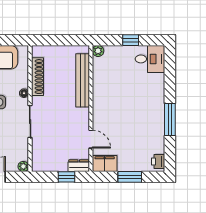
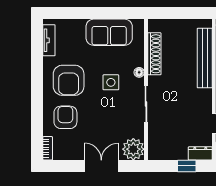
plant: (23, 166) -> (133, 149), width x1.87, depth x1.87

